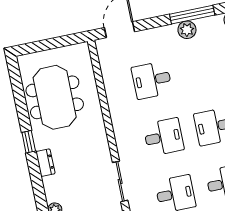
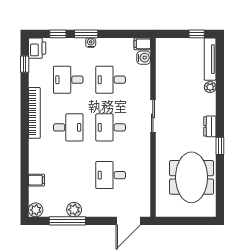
desk: (152, 80) -> (111, 175), turned 180
sliding door: (120, 181) -> (153, 116), moved

